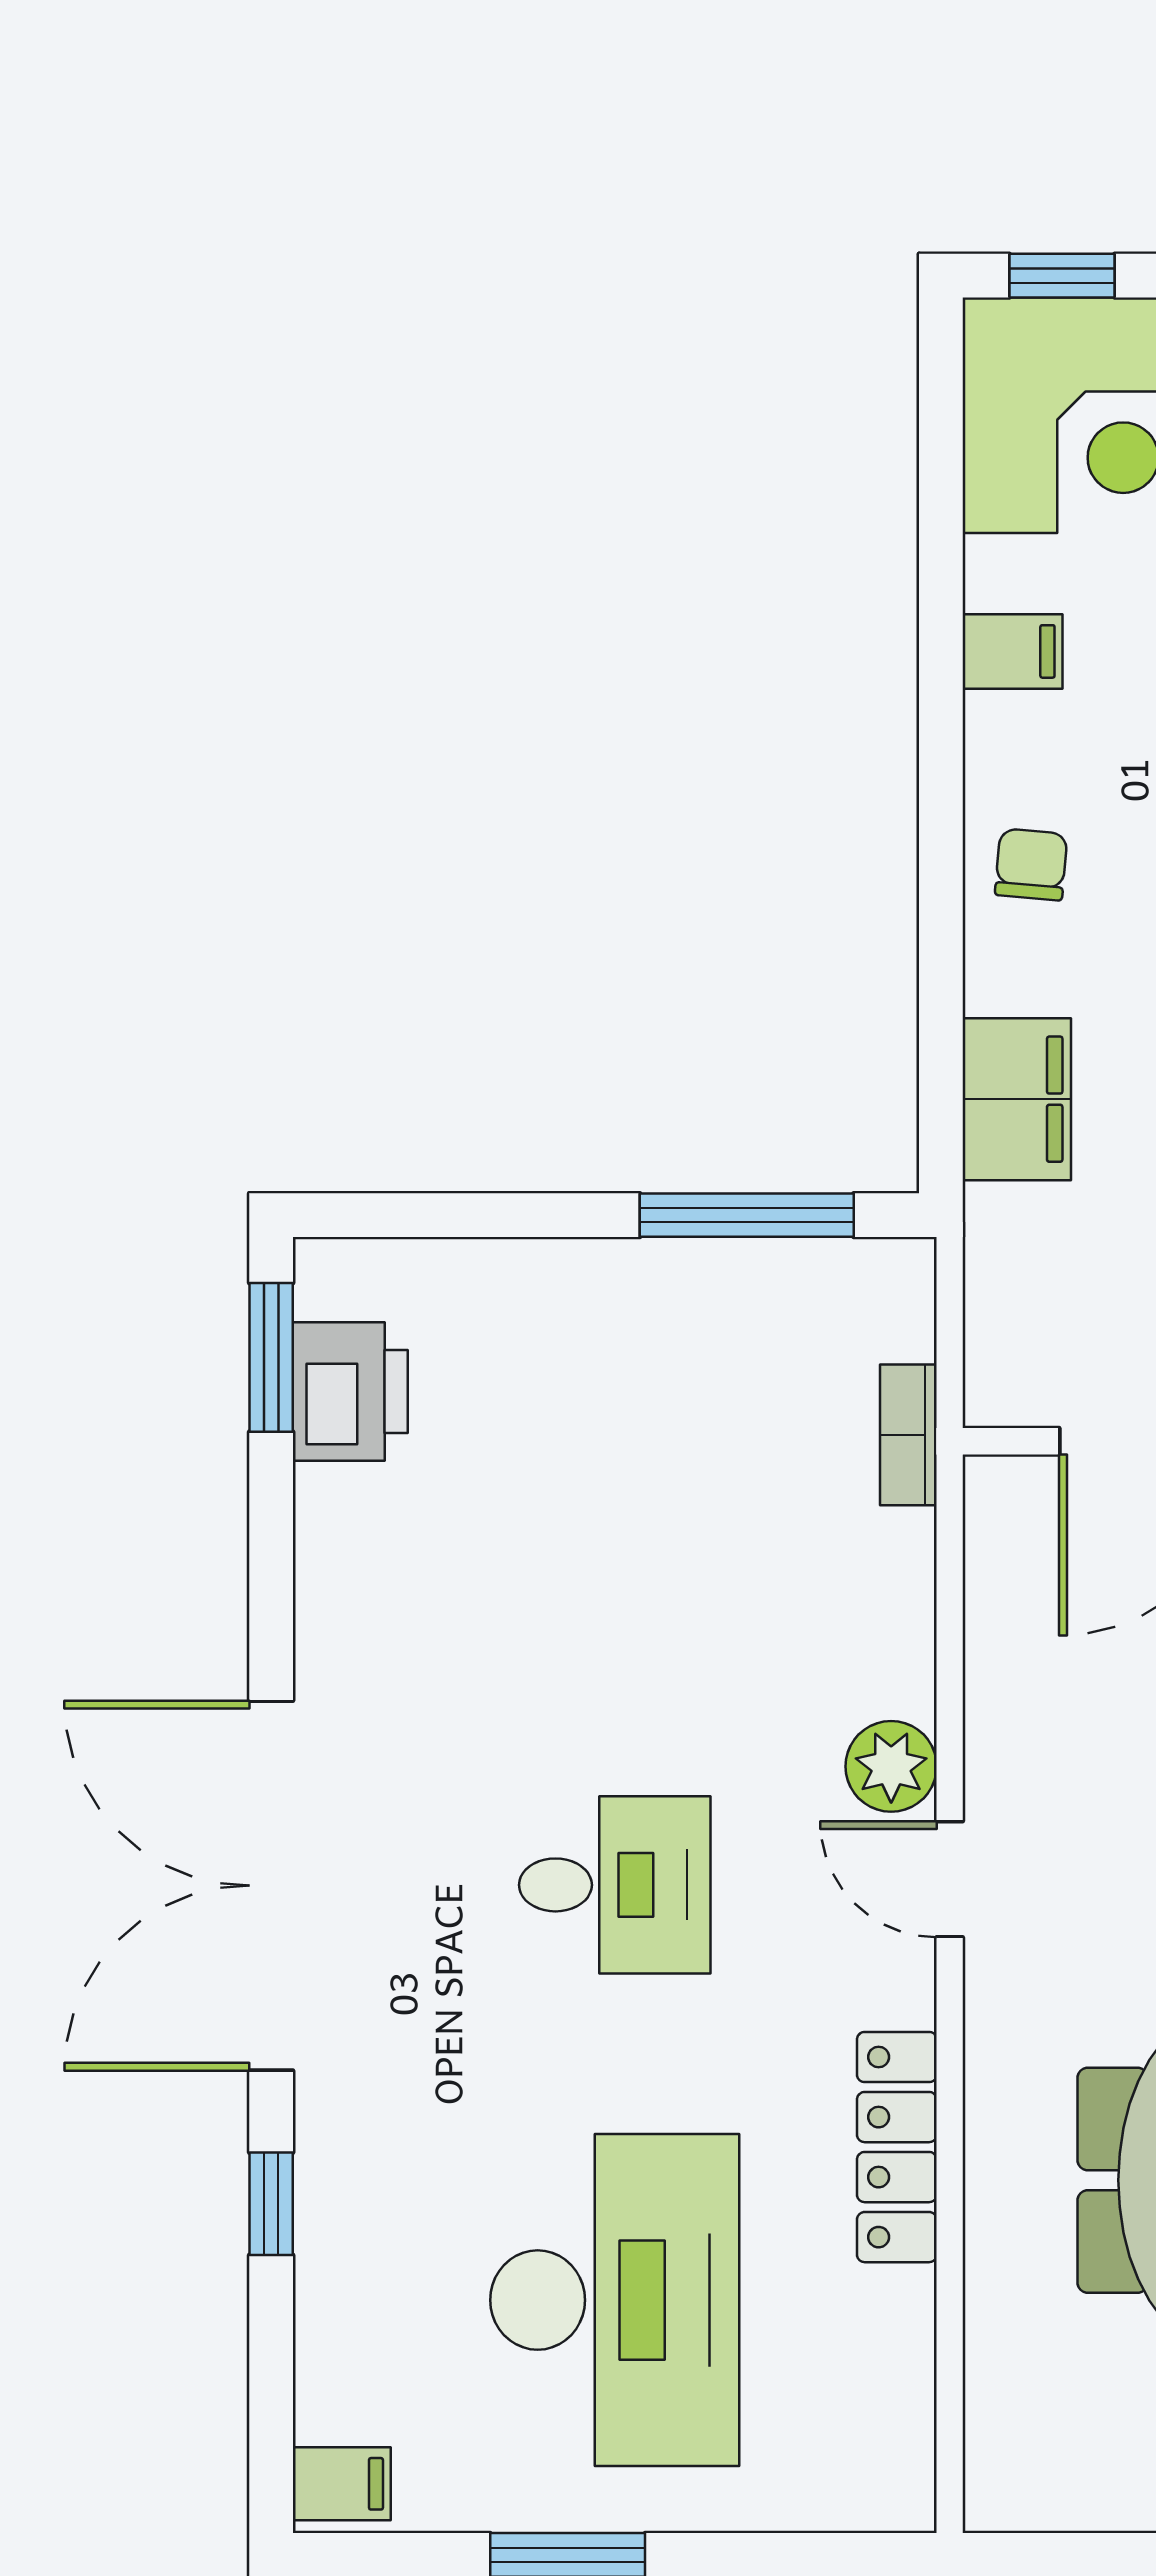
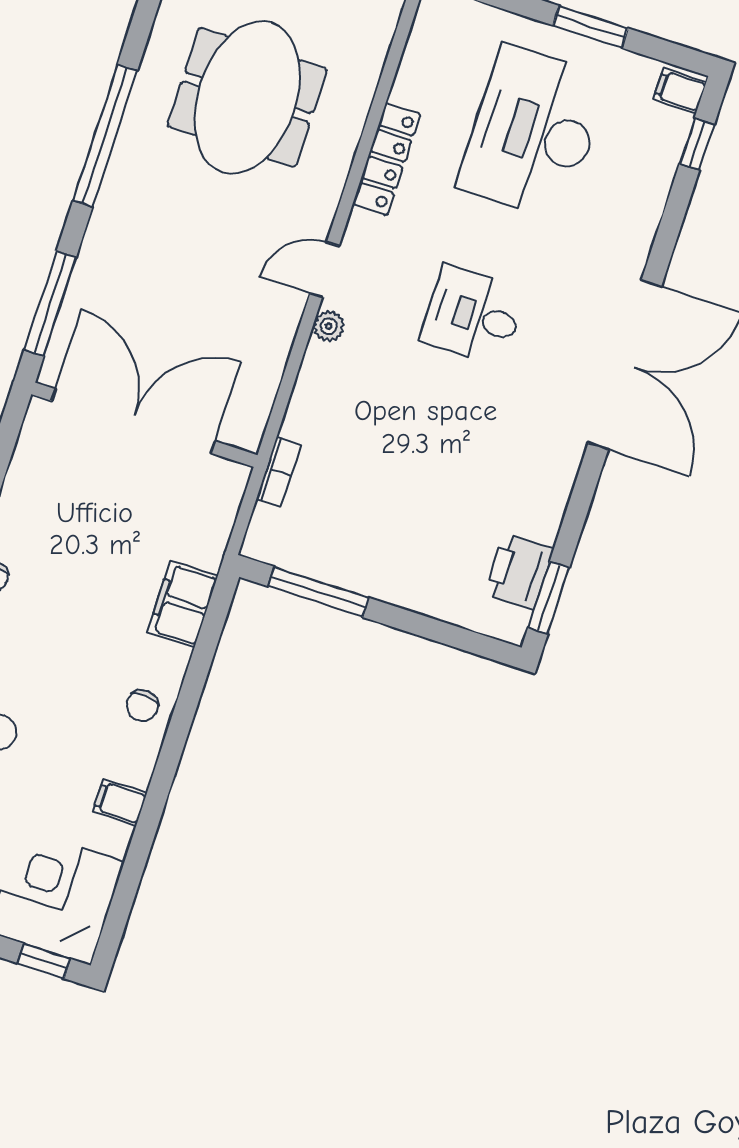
plant: (891, 1766) -> (329, 326), width x0.73, depth x0.73
door: (950, 1879) -> (325, 270), swing flipped
window: (271, 2204) -> (697, 144), moved

